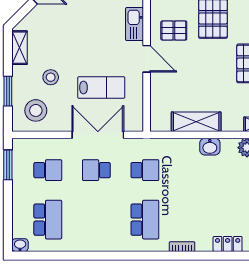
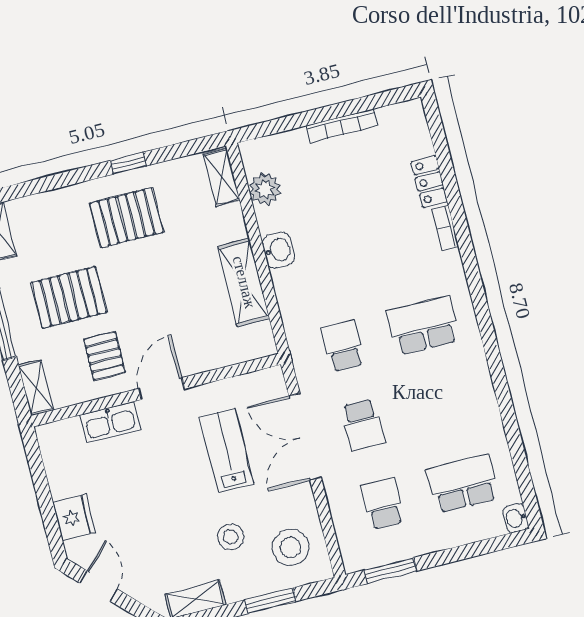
bookcase: (182, 247) -> (445, 228), moved

